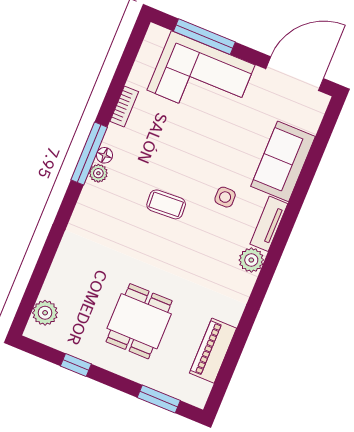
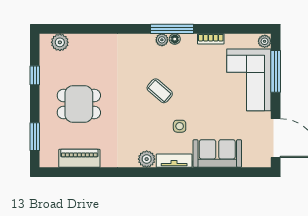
plant: (157, 35) -> (265, 41), added
coffee table: (166, 204) -> (160, 91), turned -46

